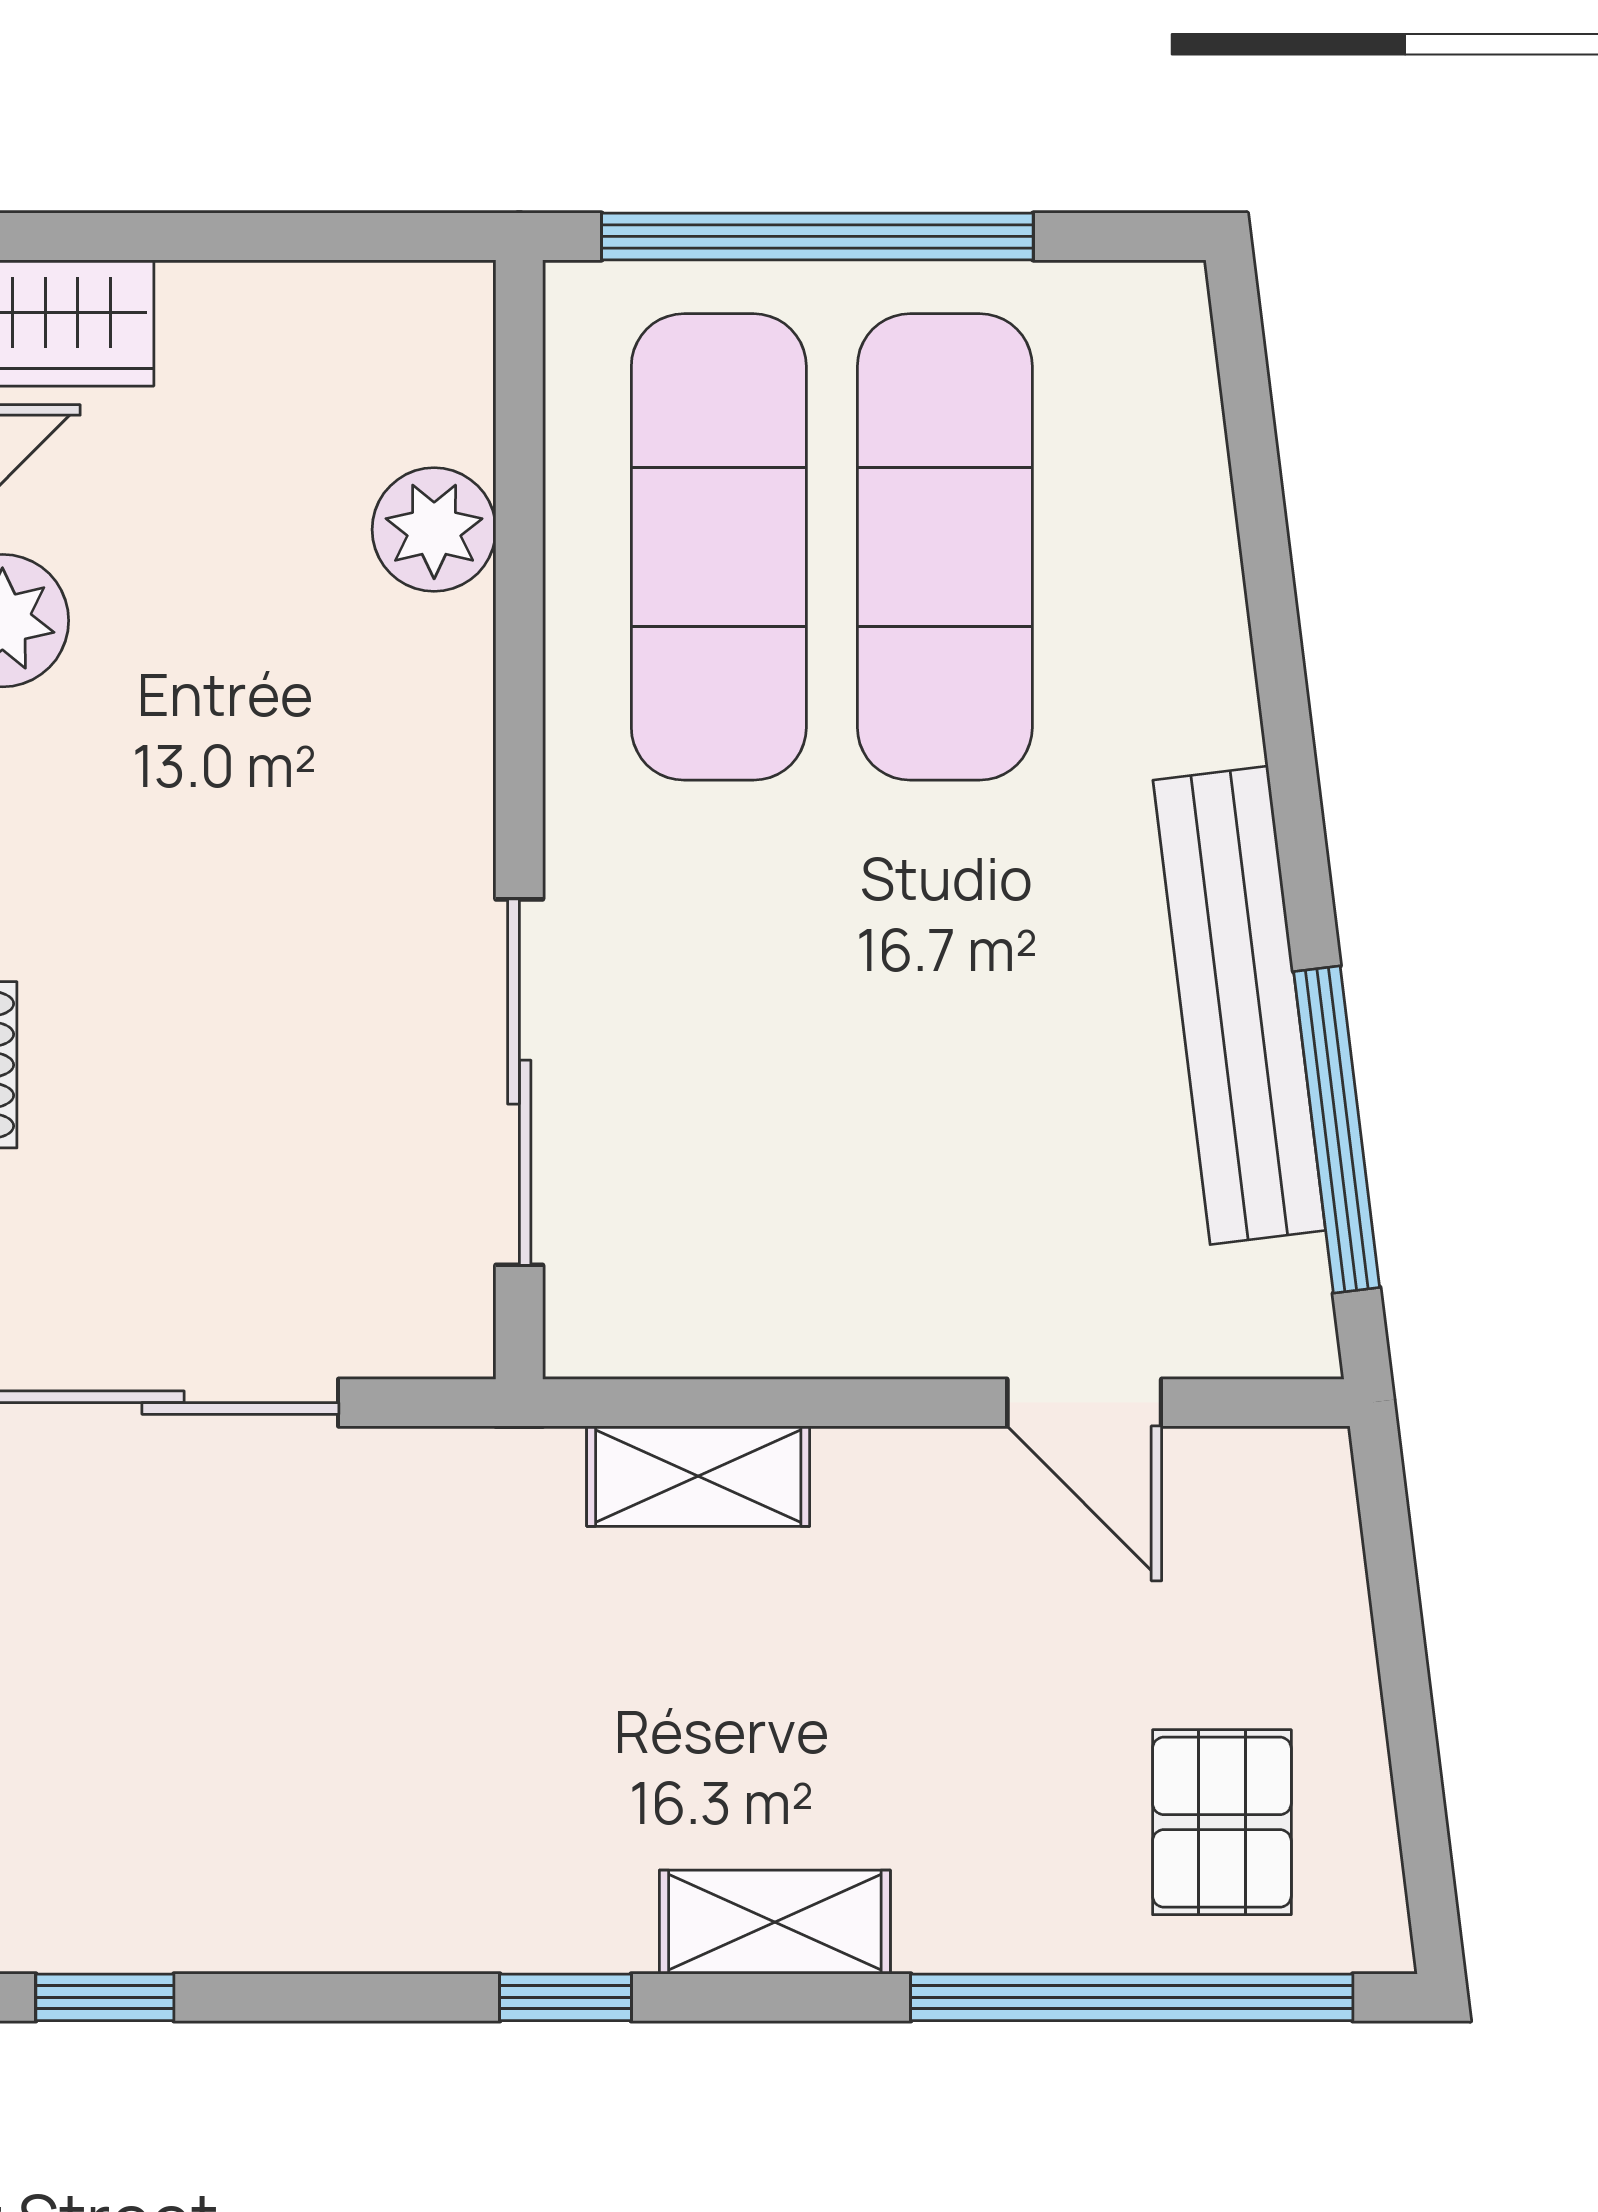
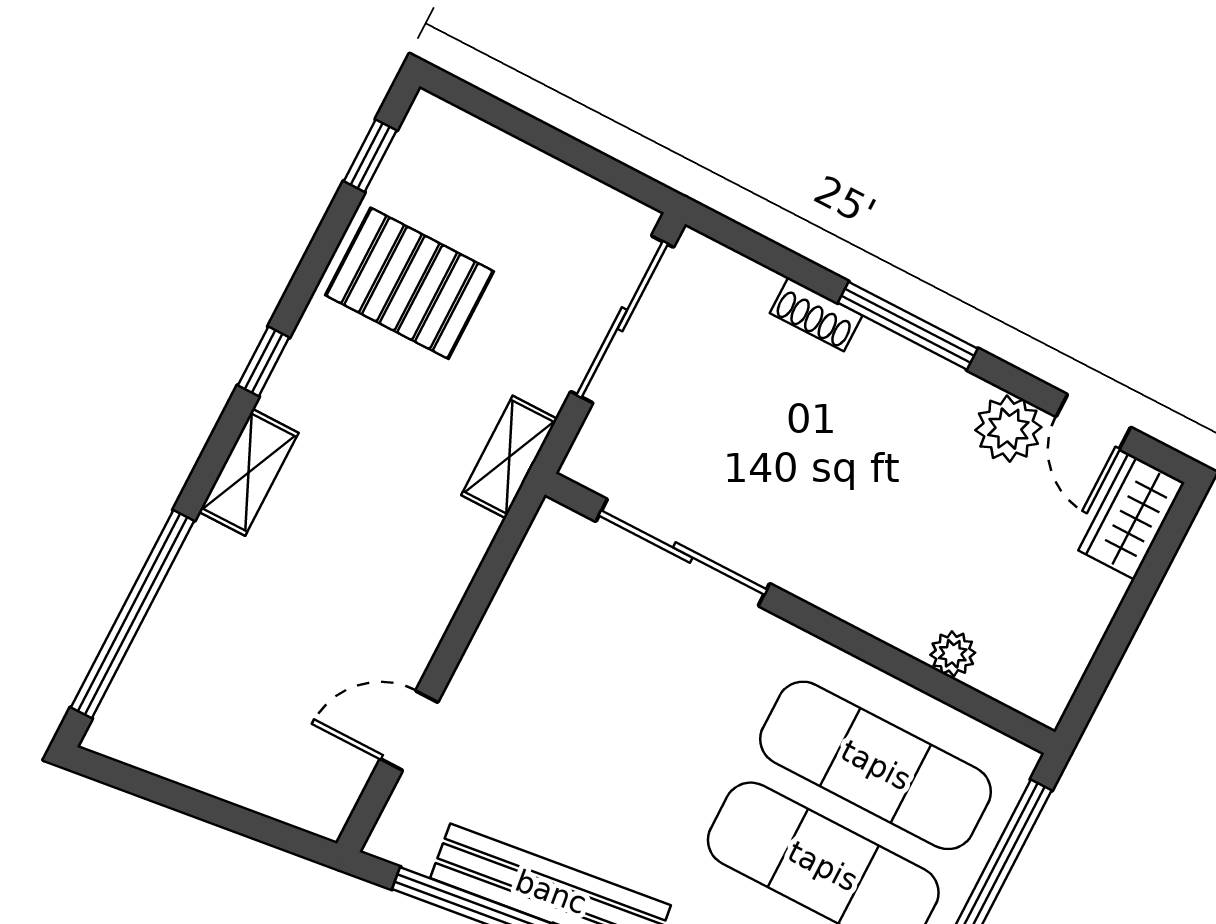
plant: (434, 530) -> (953, 654), width x0.73, depth x0.73
shelving: (698, 1476) -> (509, 457), moved
pallet: (1222, 1822) -> (410, 283), moved, width x1.50, depth x1.42

